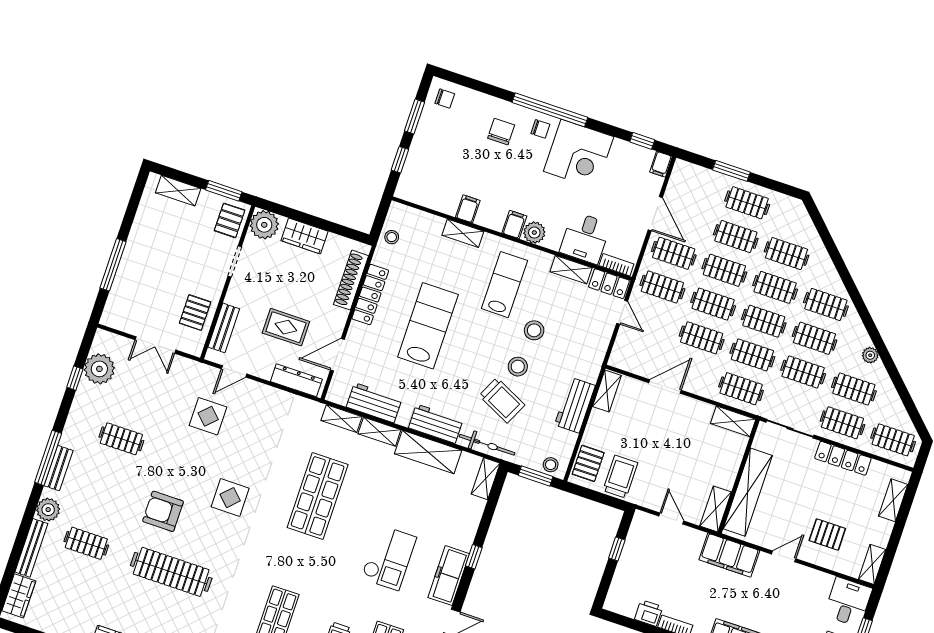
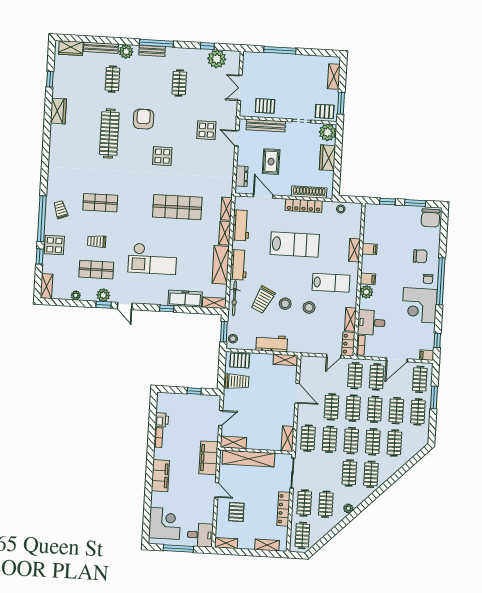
chair: (445, 98) -> (431, 218), width x1.87, depth x1.87
bench: (224, 328) -> (266, 126), width x1.36
clothes rail: (803, 372) -> (420, 379), moved
dresser: (296, 380) -> (242, 176), width x0.70
checkout: (389, 558) -> (152, 259), width x1.36, depth x1.21
freezer: (449, 576) -> (185, 299), moved

